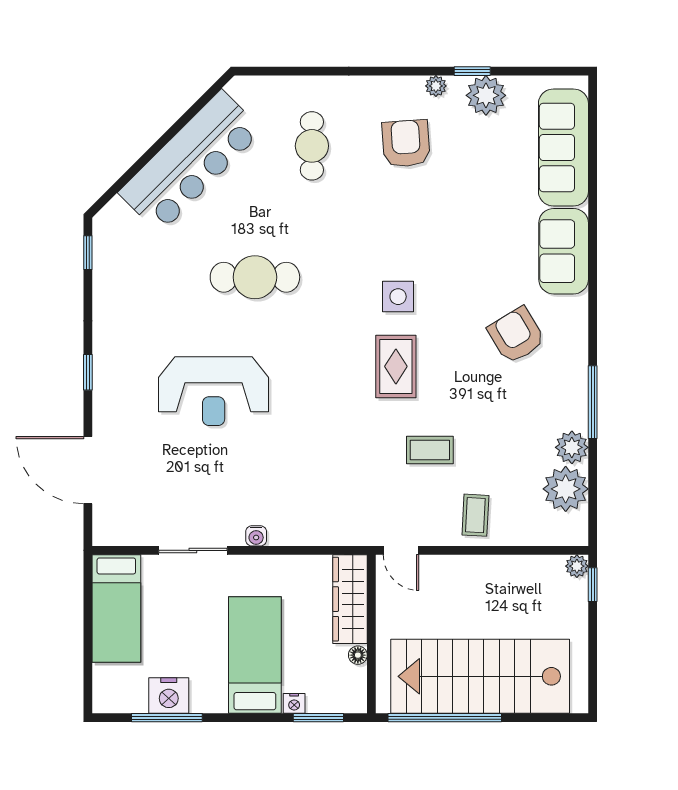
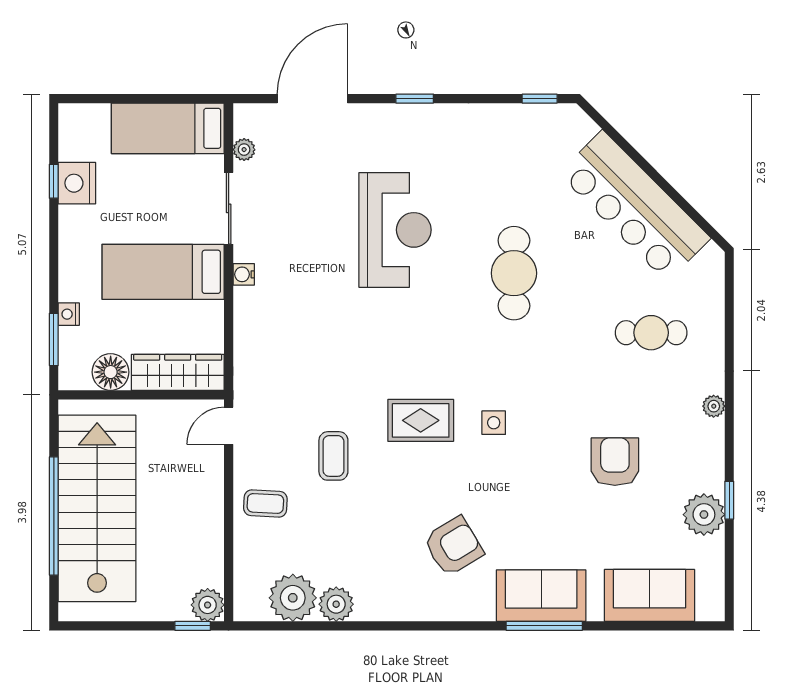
plant: (436, 86) -> (714, 406), moved
armchair: (406, 144) -> (615, 462), moved, turned -86
sofa: (563, 147) -> (649, 595), width x0.73
side table: (398, 297) -> (494, 423), width x0.73, depth x0.73
reception desk: (214, 391) -> (395, 230), turned 180
window: (593, 402) -> (544, 626), moved
plant: (137, 536) -> (244, 150), added
plant: (577, 566) -> (208, 605), width x1.38, depth x1.38
bed: (255, 655) -> (163, 272), moved, turned 180
floor lamp: (358, 655) -> (111, 372), width x1.89, depth x1.89
window: (167, 718) -> (54, 181), width x0.46
window: (445, 718) -> (54, 516), moved

